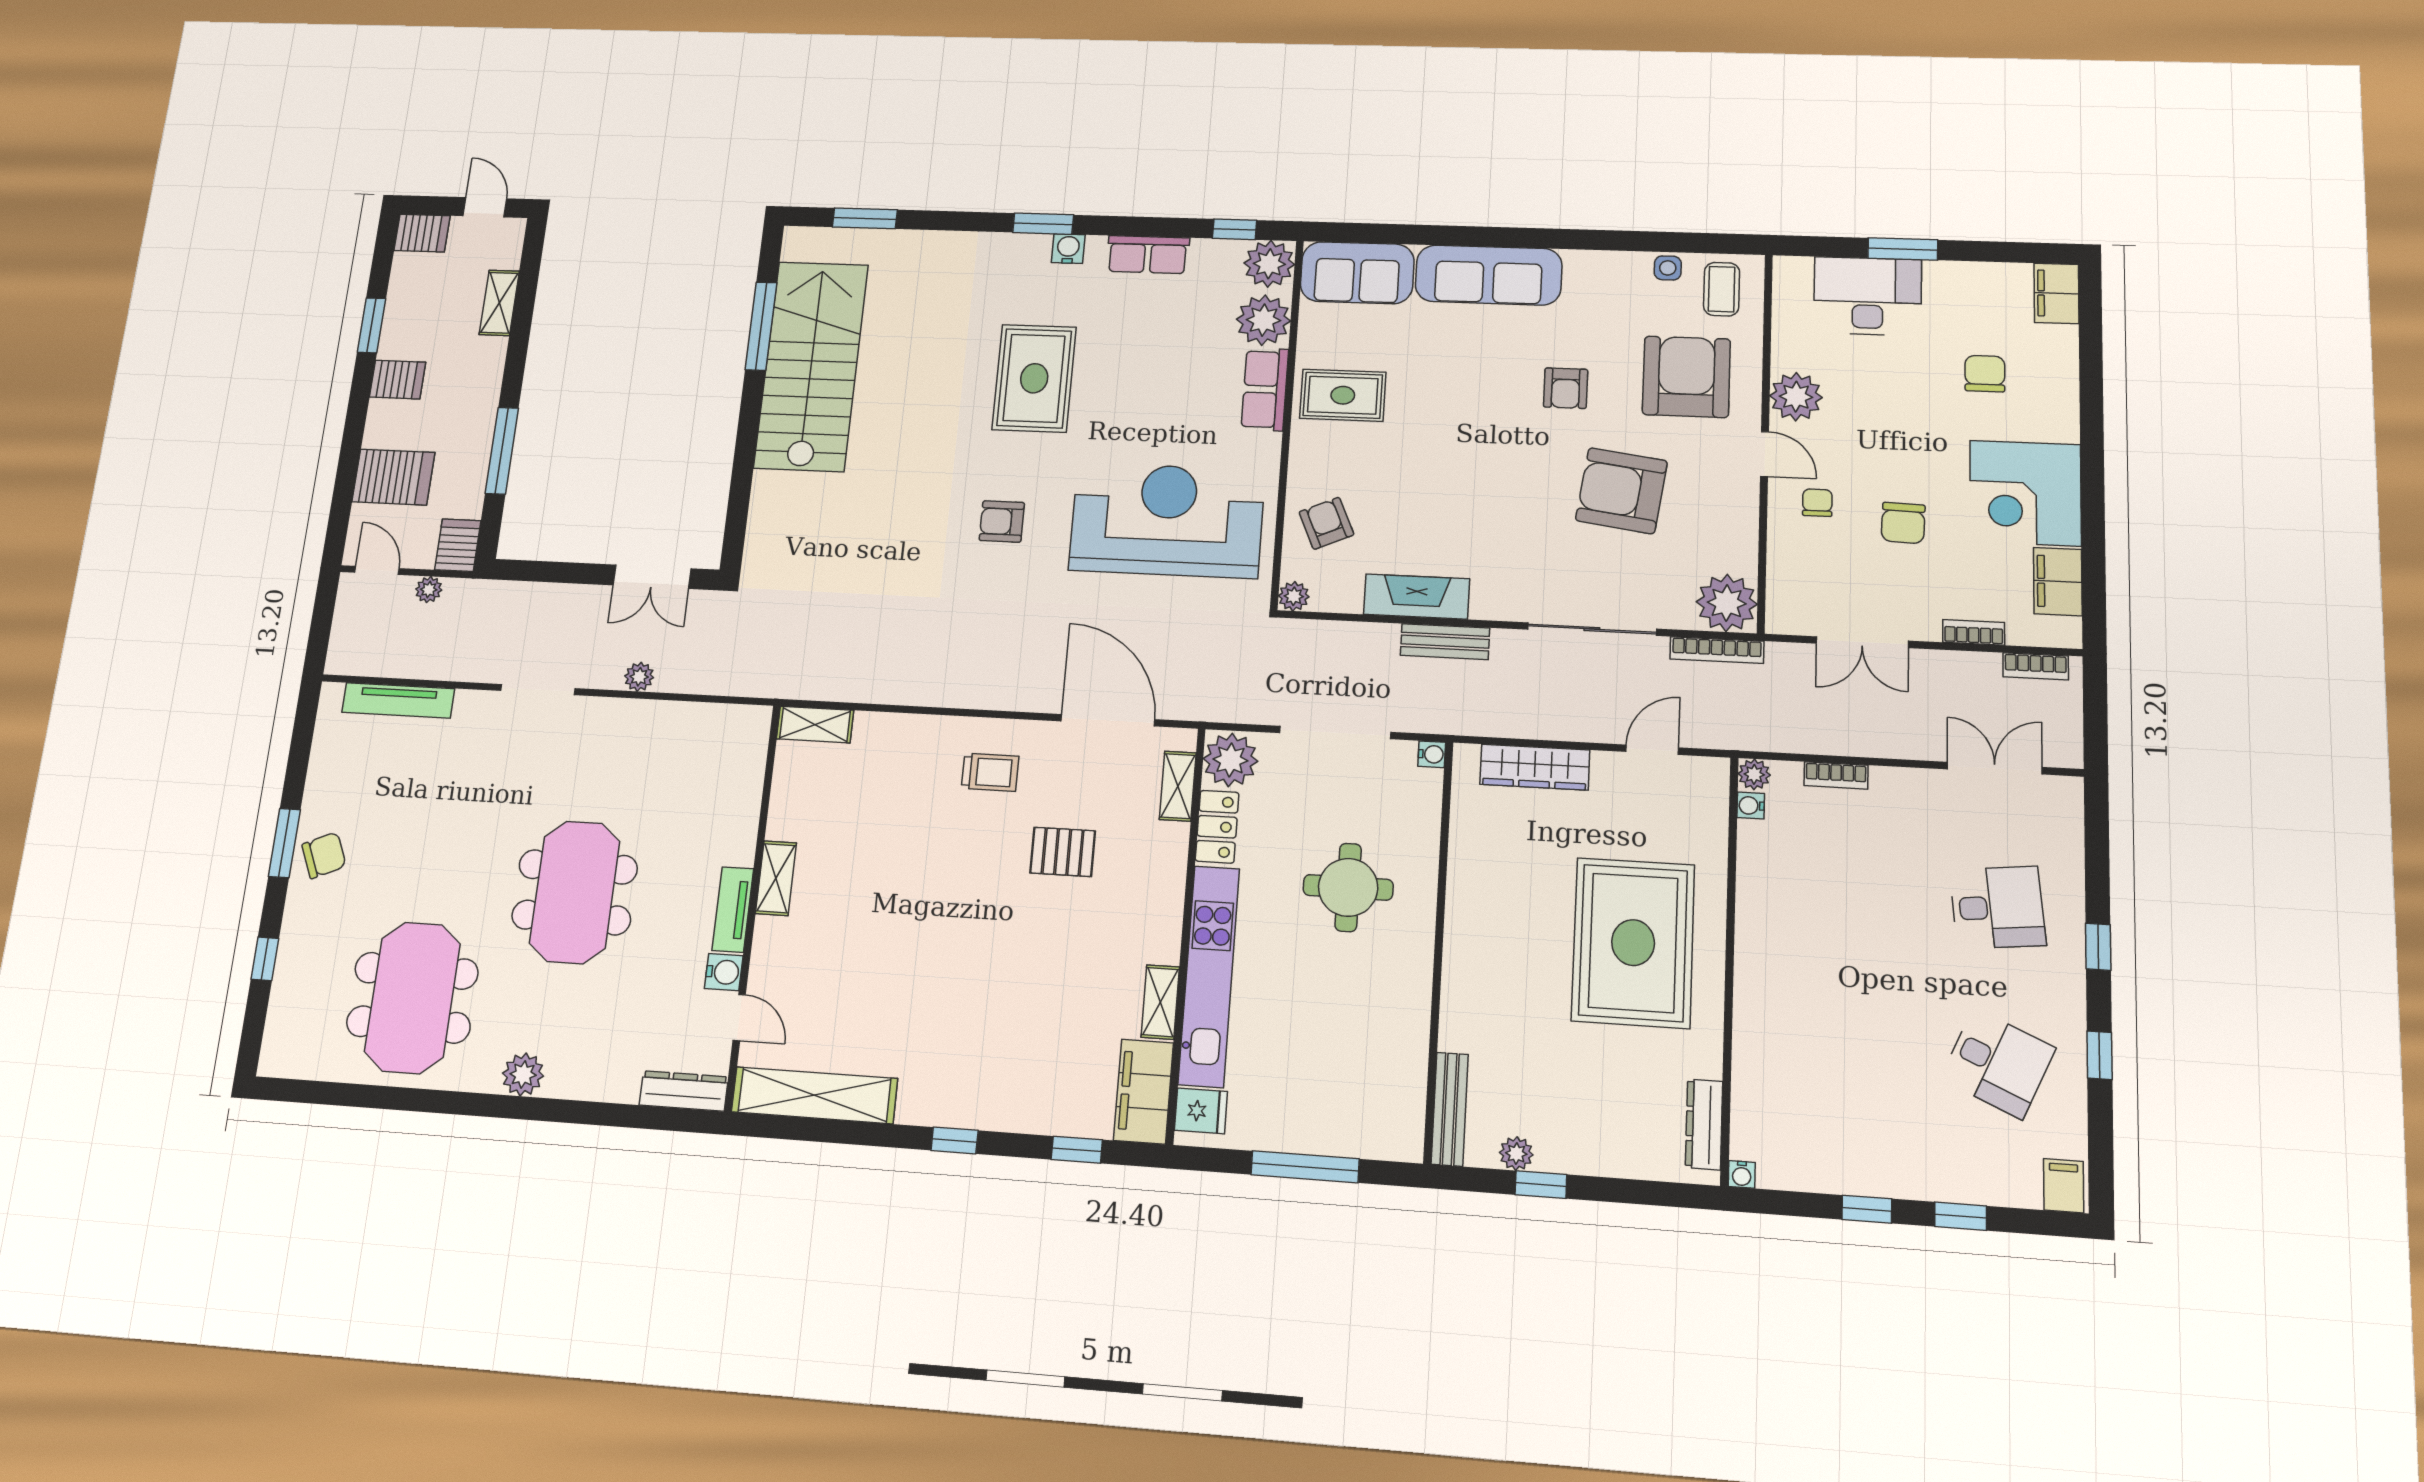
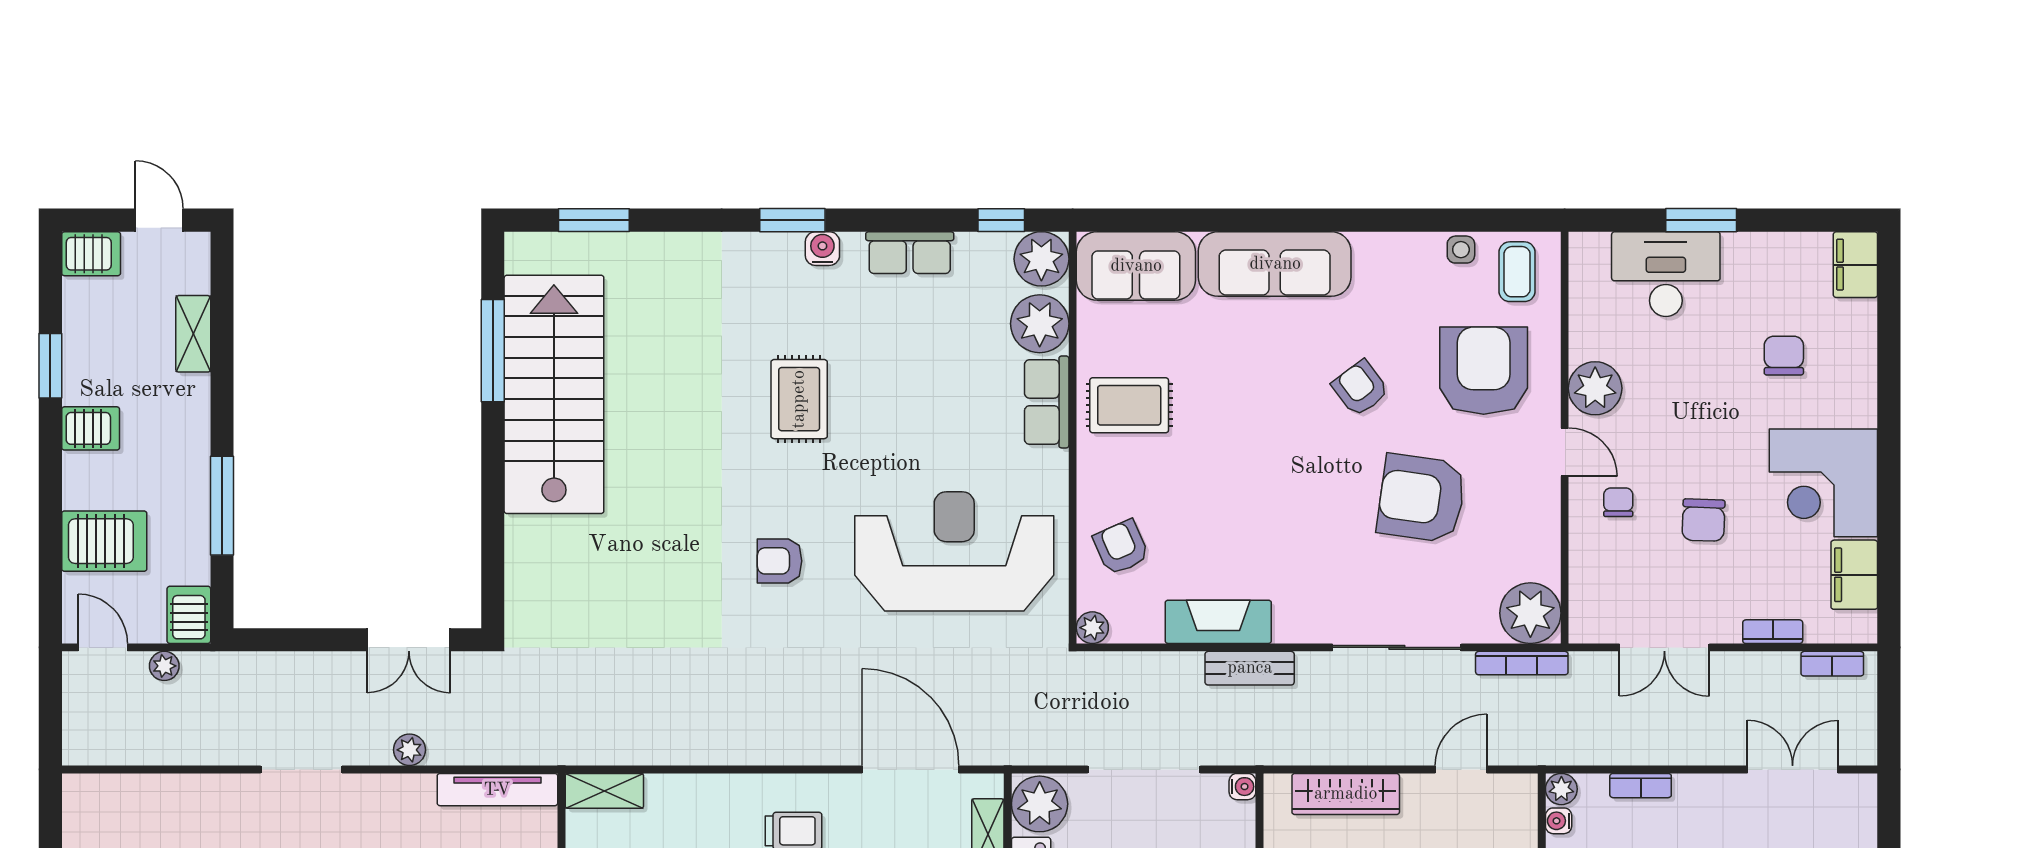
rug: (1034, 378) -> (799, 399), width x0.73, depth x0.70
armchair: (1566, 388) -> (1360, 388), turned 143
tv unit: (398, 700) -> (497, 790), moved

